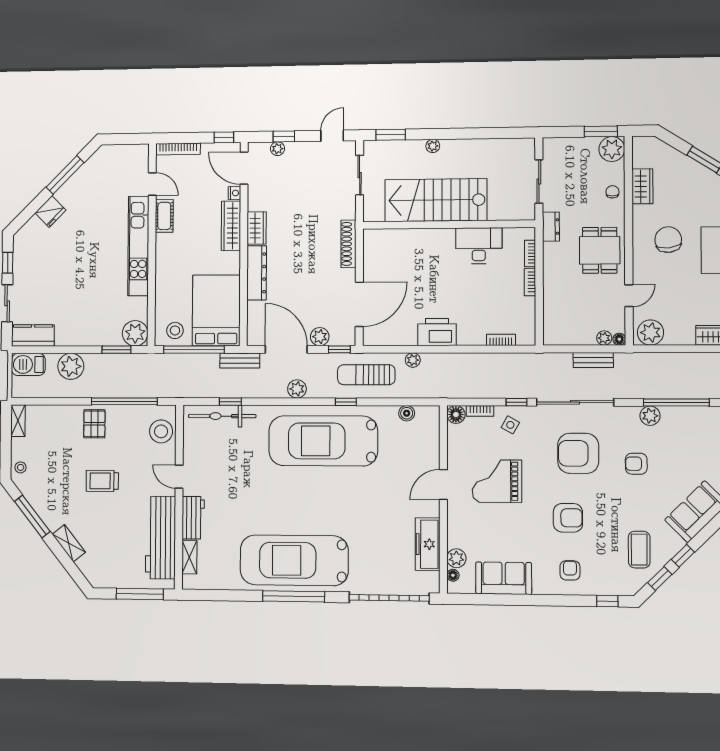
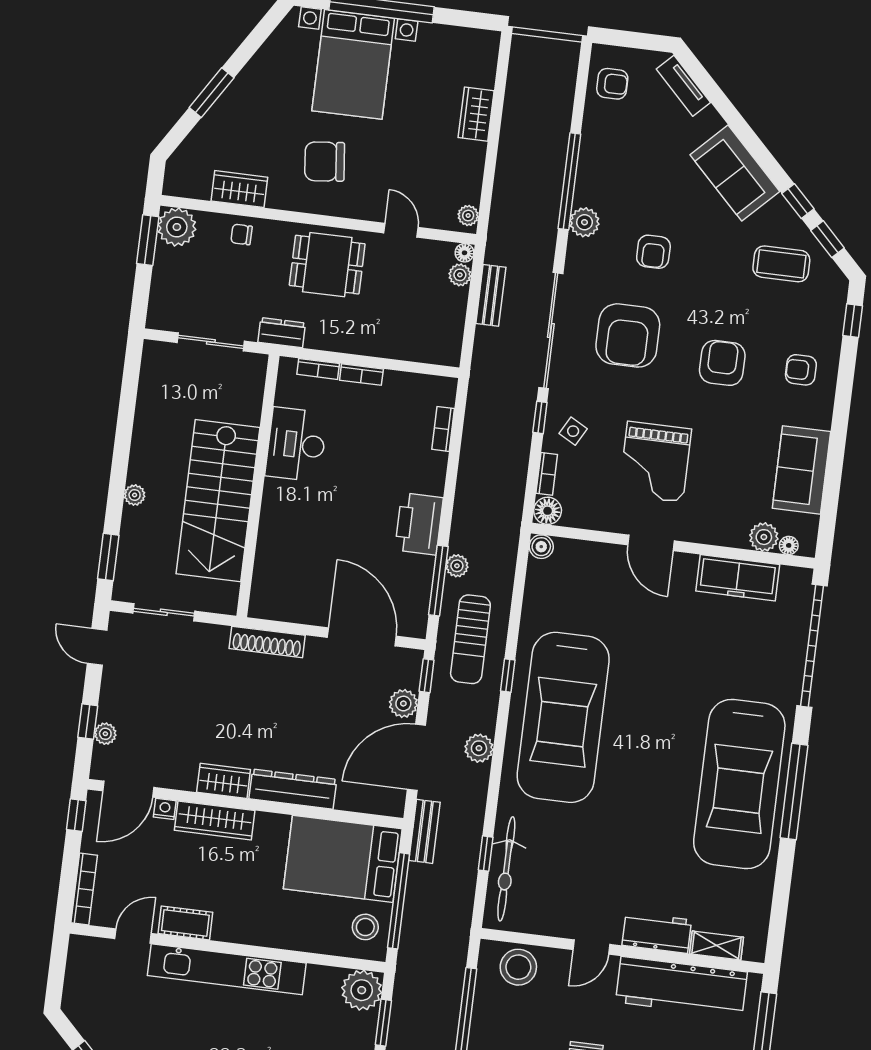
plant: (650, 332) -> (468, 216), width x0.53, depth x0.53
window: (402, 349) -> (438, 581), added
boiler: (407, 413) -> (541, 547), moved

